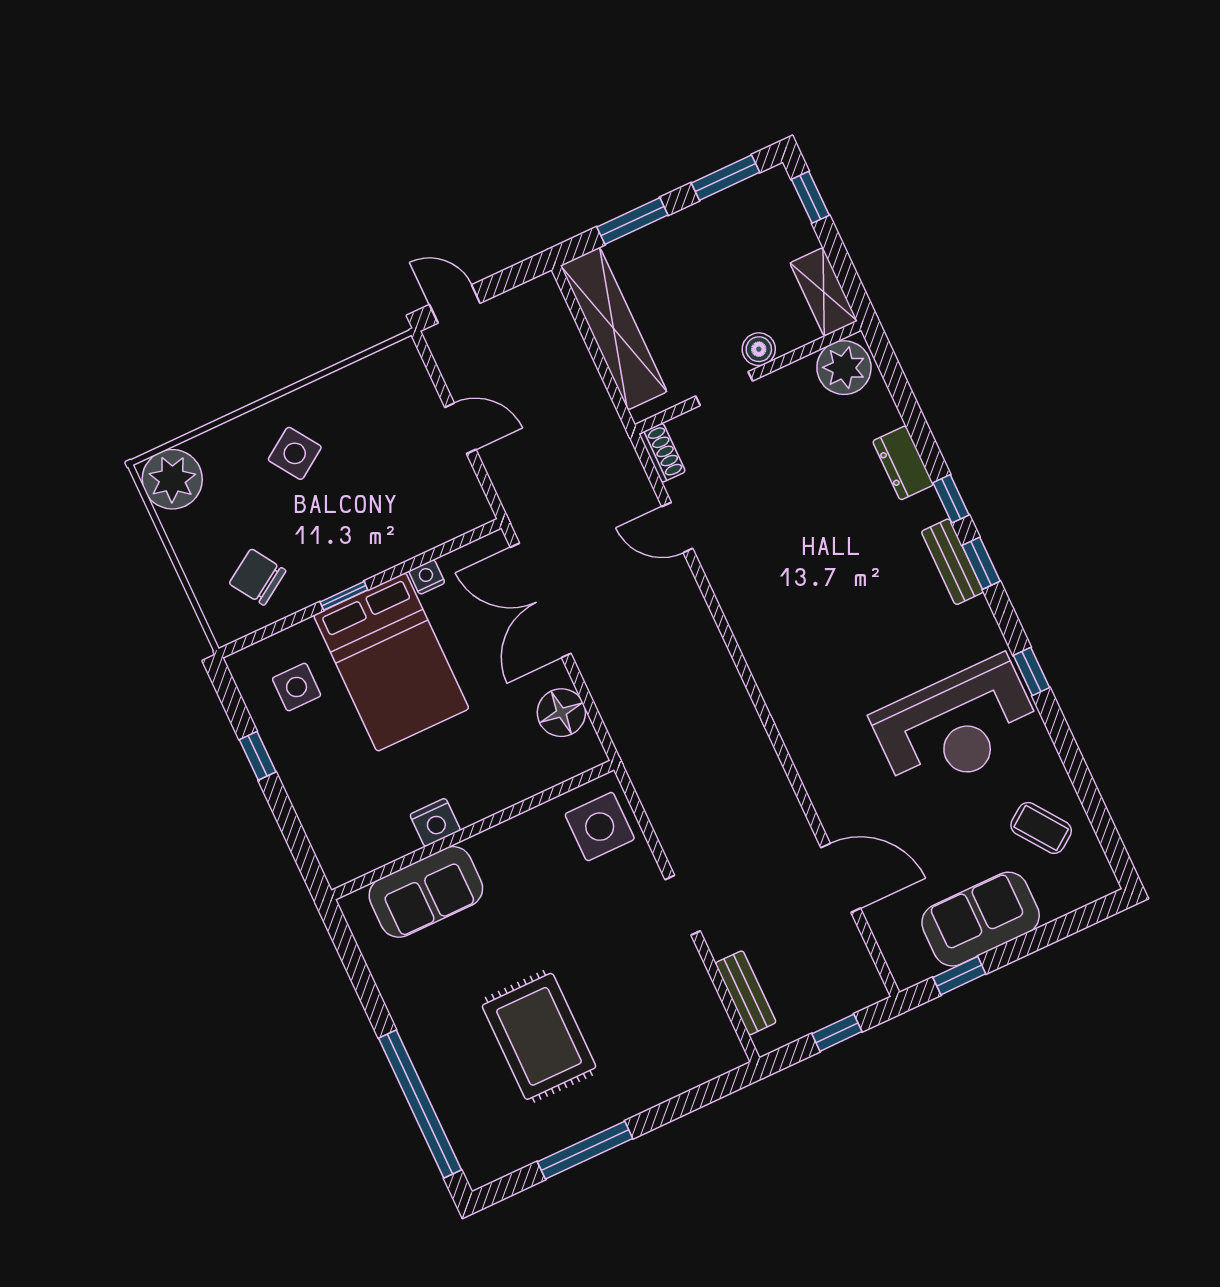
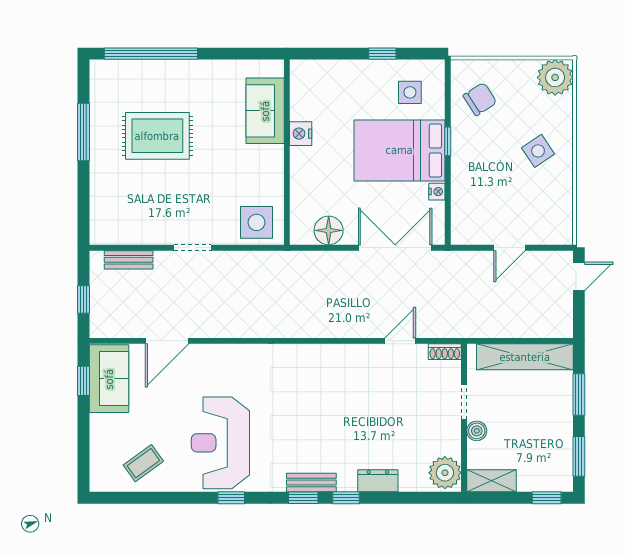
sofa: (981, 919) -> (109, 379), moved

